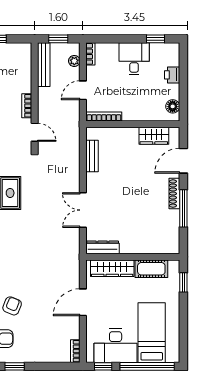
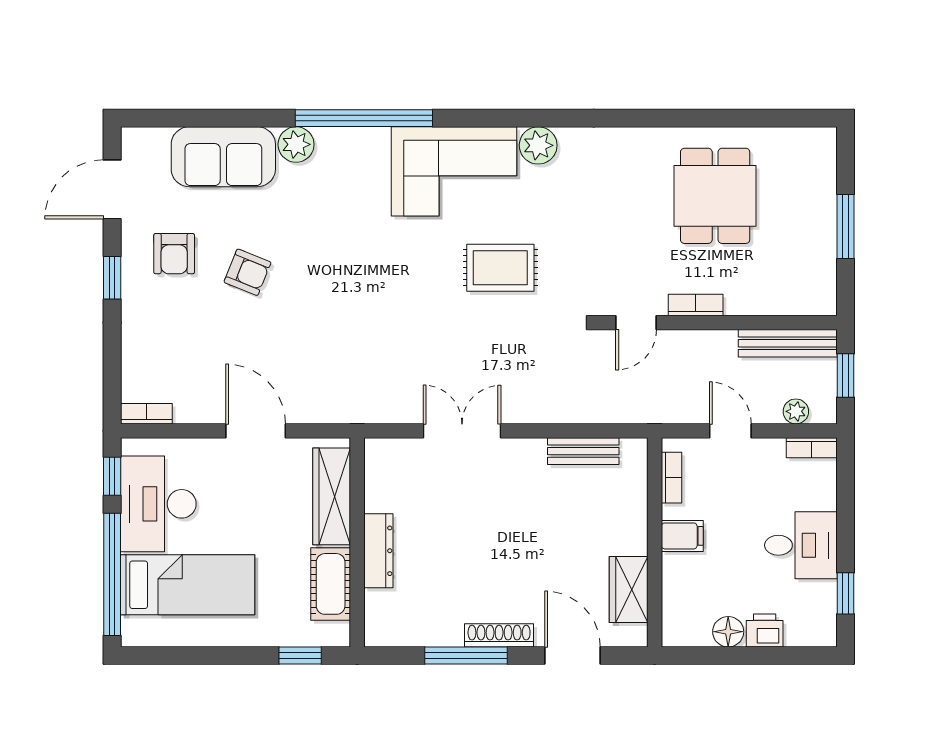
floor lamp: (173, 106) -> (728, 632), moved
filing cabinet: (130, 112) -> (682, 536), added
bookcase: (104, 117) -> (671, 478), width x0.64
dresser: (103, 247) -> (378, 551), moved

